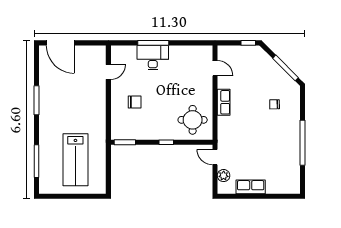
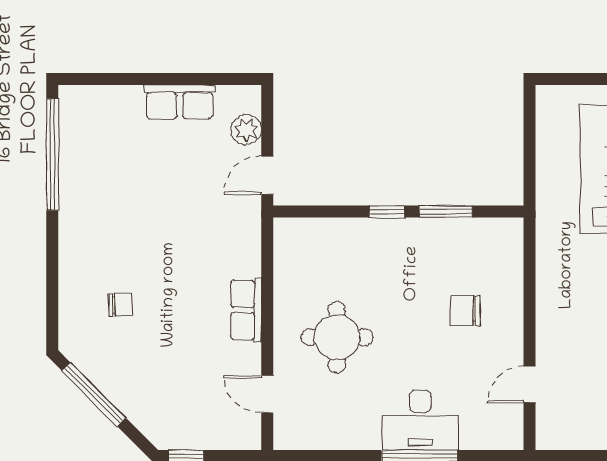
round table: (193, 120) -> (337, 337), moved
window: (125, 142) -> (446, 212), moved
window: (302, 143) -> (52, 154), moved
door: (215, 157) -> (267, 175), swing flipped

